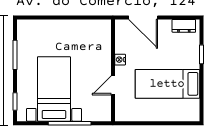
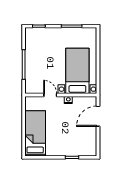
dresser: (184, 26) -> (92, 145), removed
bed: (167, 84) -> (35, 133), moved
bed with nightstands: (54, 89) -> (77, 71), moved, turned -90

